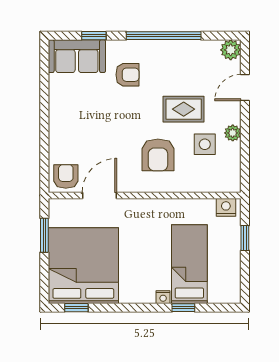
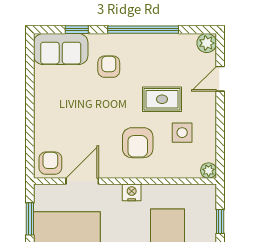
armchair: (127, 75) -> (109, 67), turned -90
plant: (233, 133) -> (209, 171), moved
nightstand: (226, 207) -> (132, 192), moved

